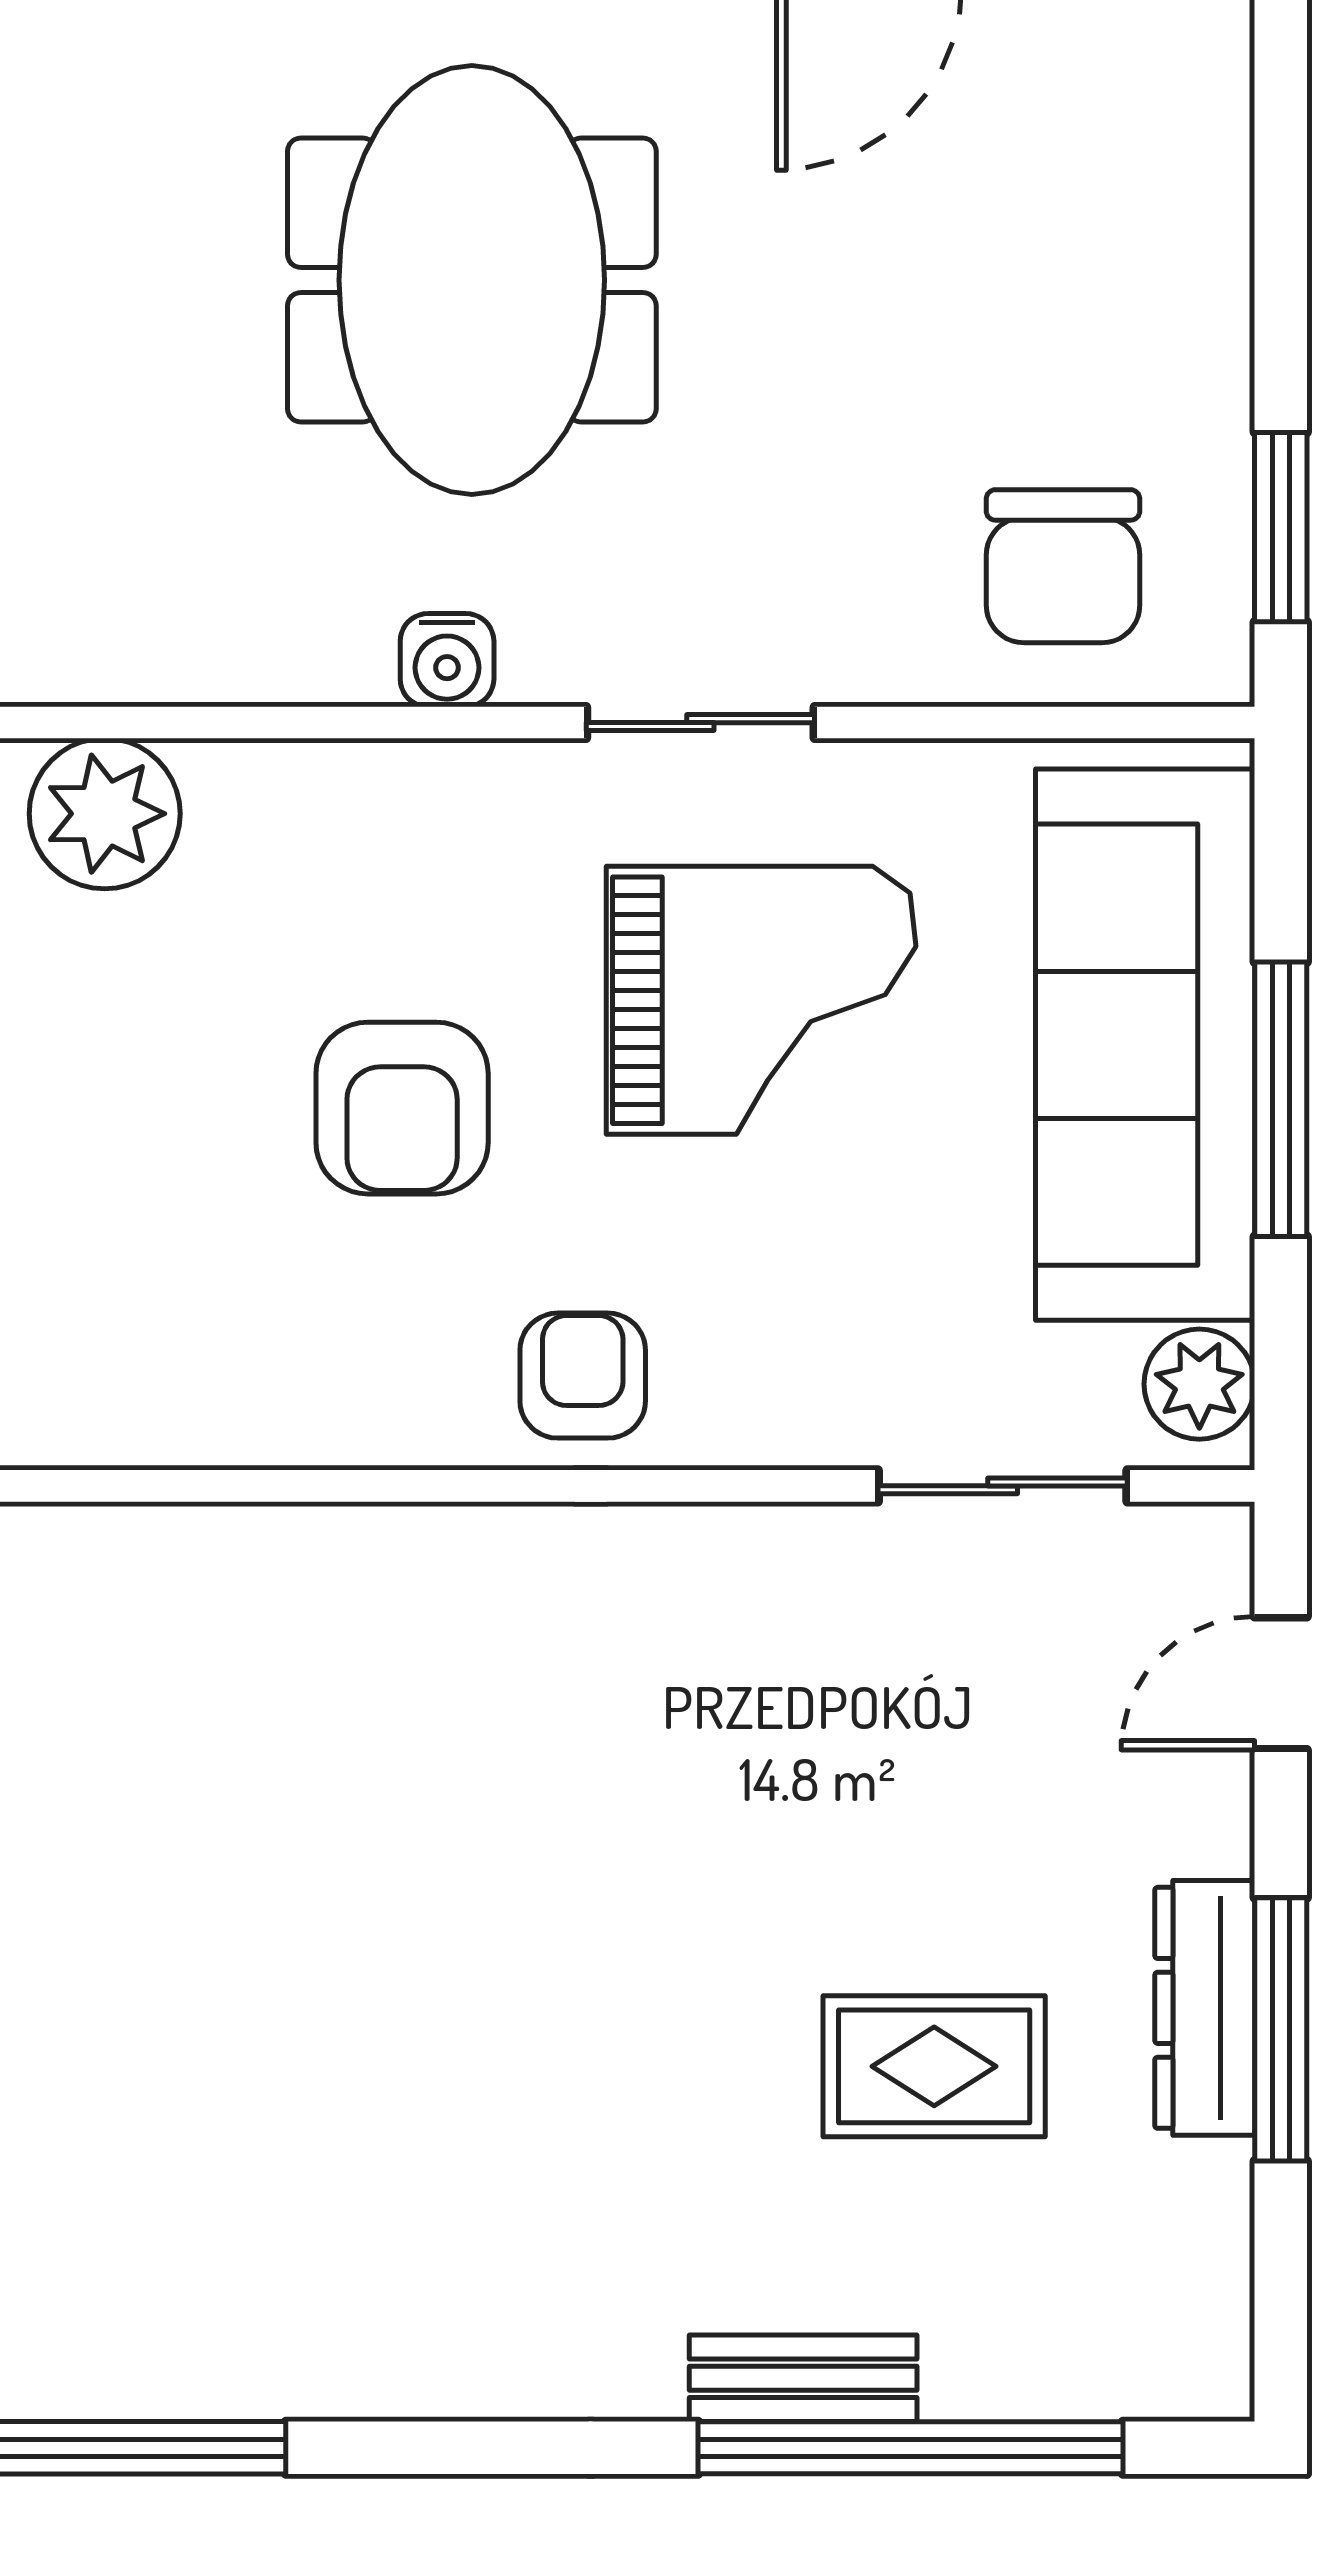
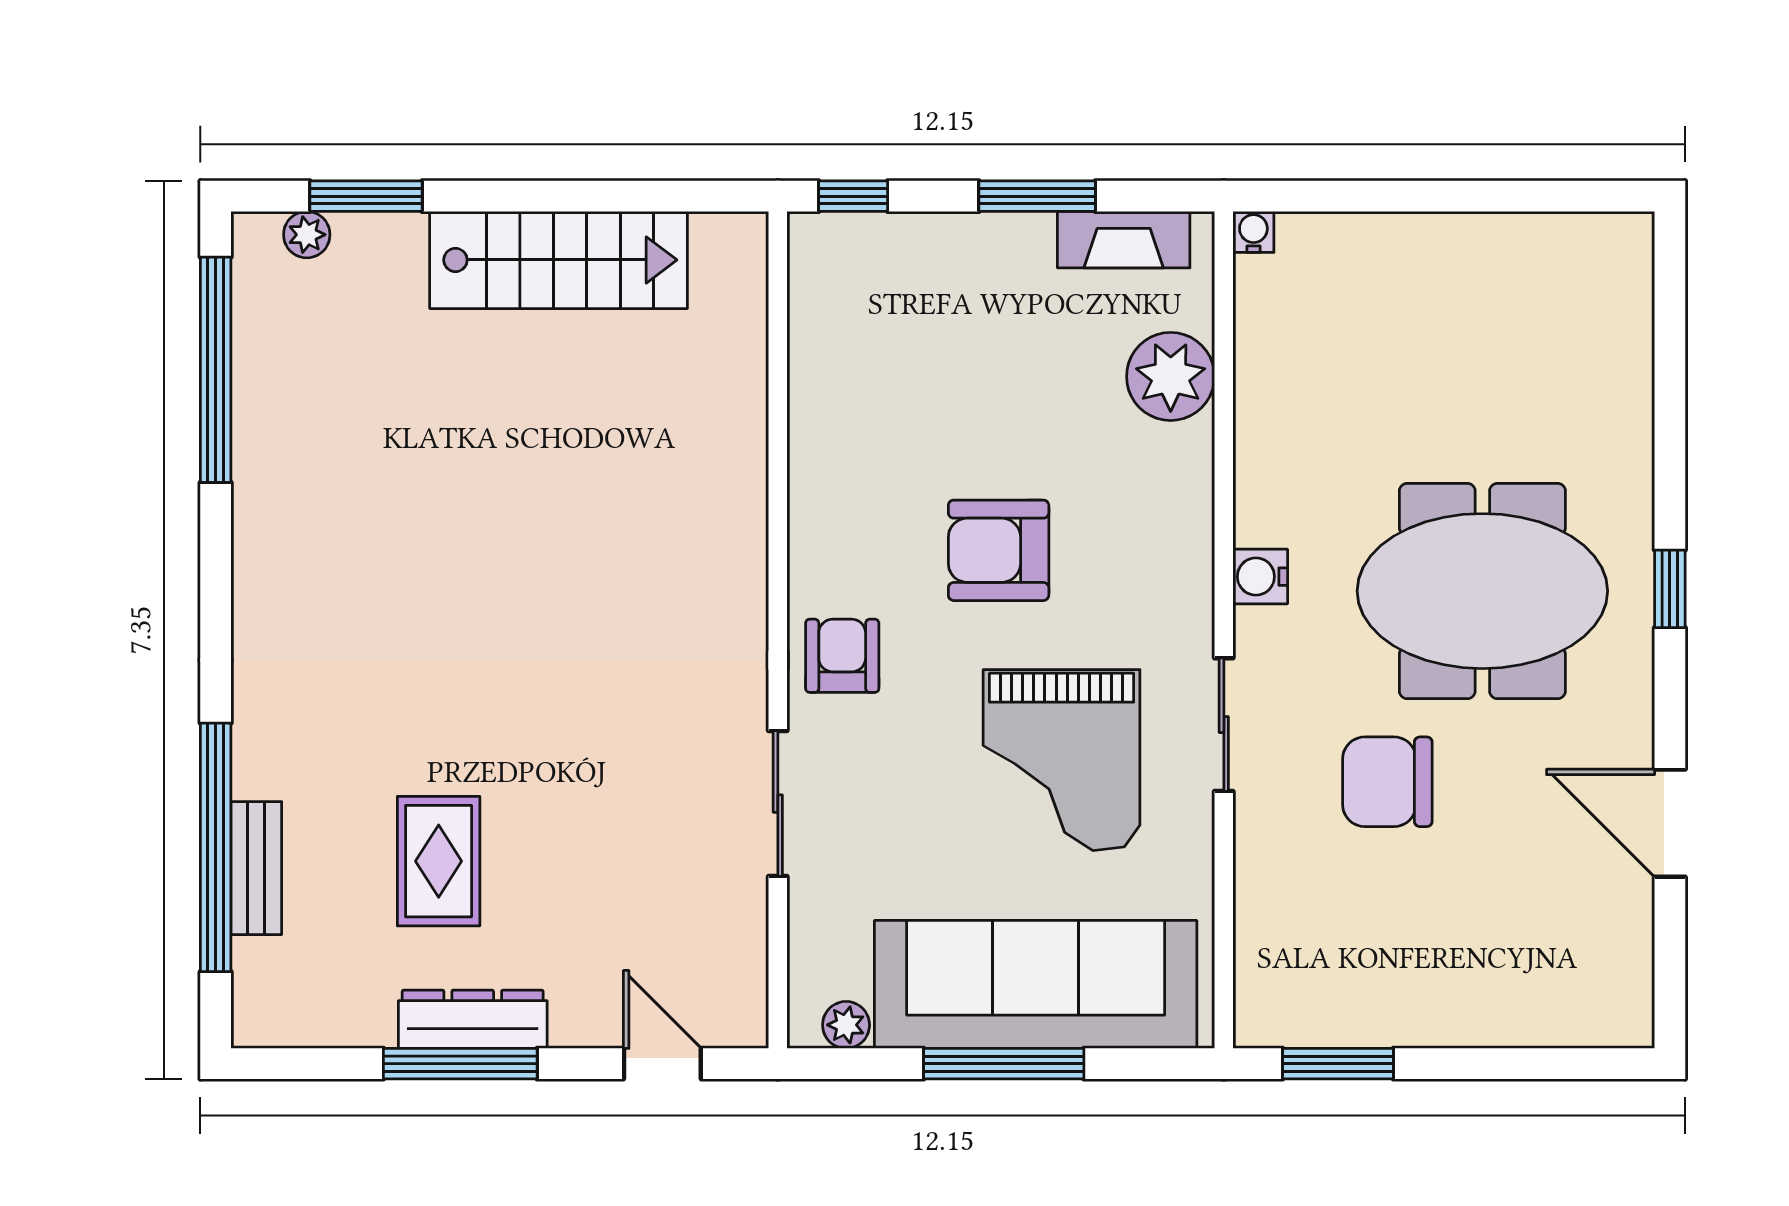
chair: (1063, 566) -> (1387, 782), moved
armchair: (583, 1376) -> (842, 656), turned -90
plant: (1199, 1384) -> (846, 1025), width x0.73, depth x0.73
sliding door: (1003, 1486) -> (778, 804), moved
bench: (803, 2378) -> (256, 868), moved

